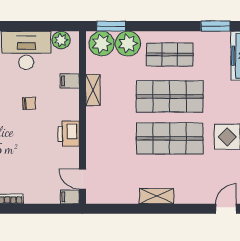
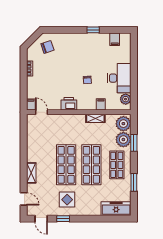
window: (111, 26) -> (134, 143), moved
window: (215, 26) -> (134, 182), moved
door: (83, 179) -> (41, 112), hinge flipped
shelving: (157, 196) -> (31, 173), moved

